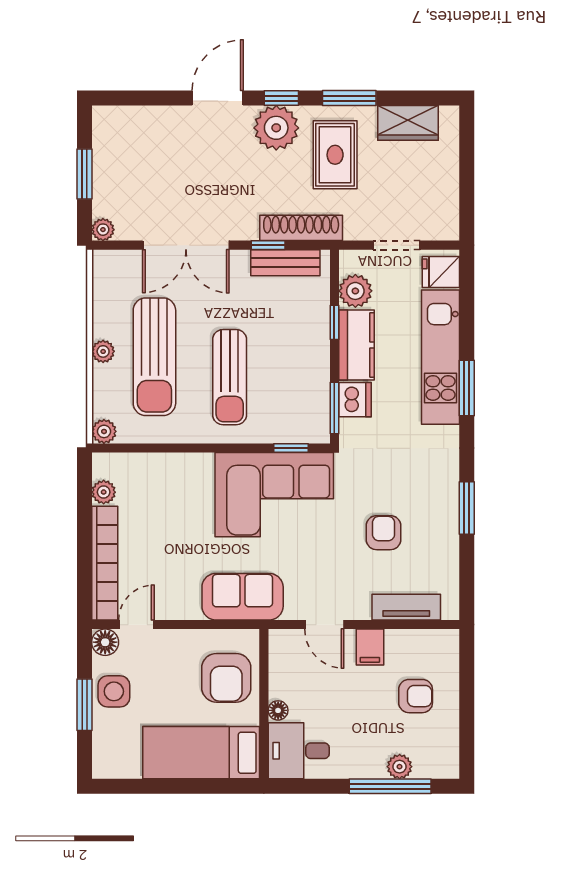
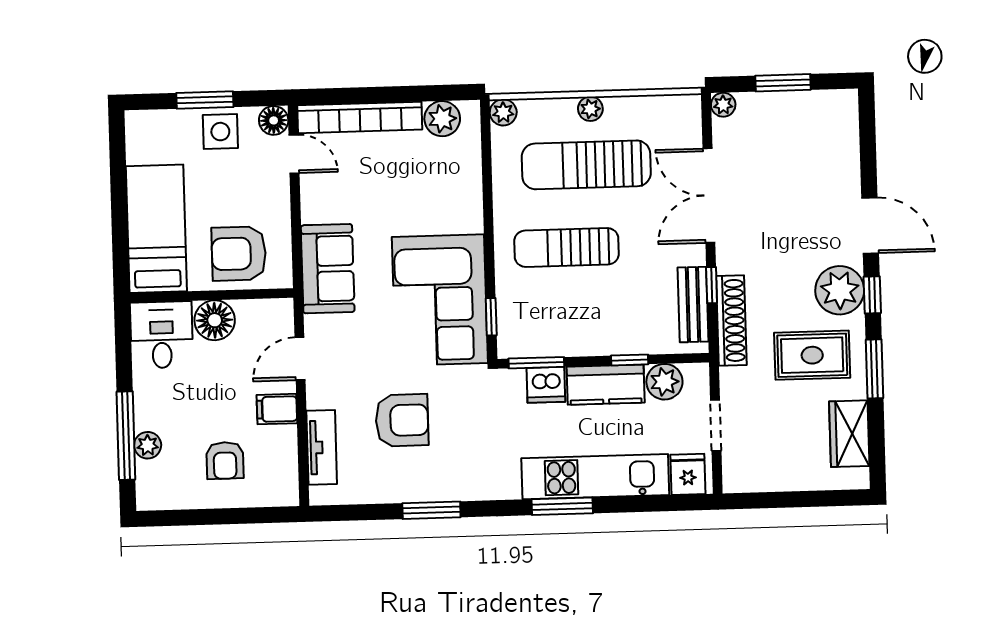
plant: (104, 492) -> (442, 119), width x1.38, depth x1.38
armchair: (384, 533) -> (402, 420), width x1.38, depth x1.38
floor lamp: (278, 710) -> (215, 320), width x1.89, depth x1.89

